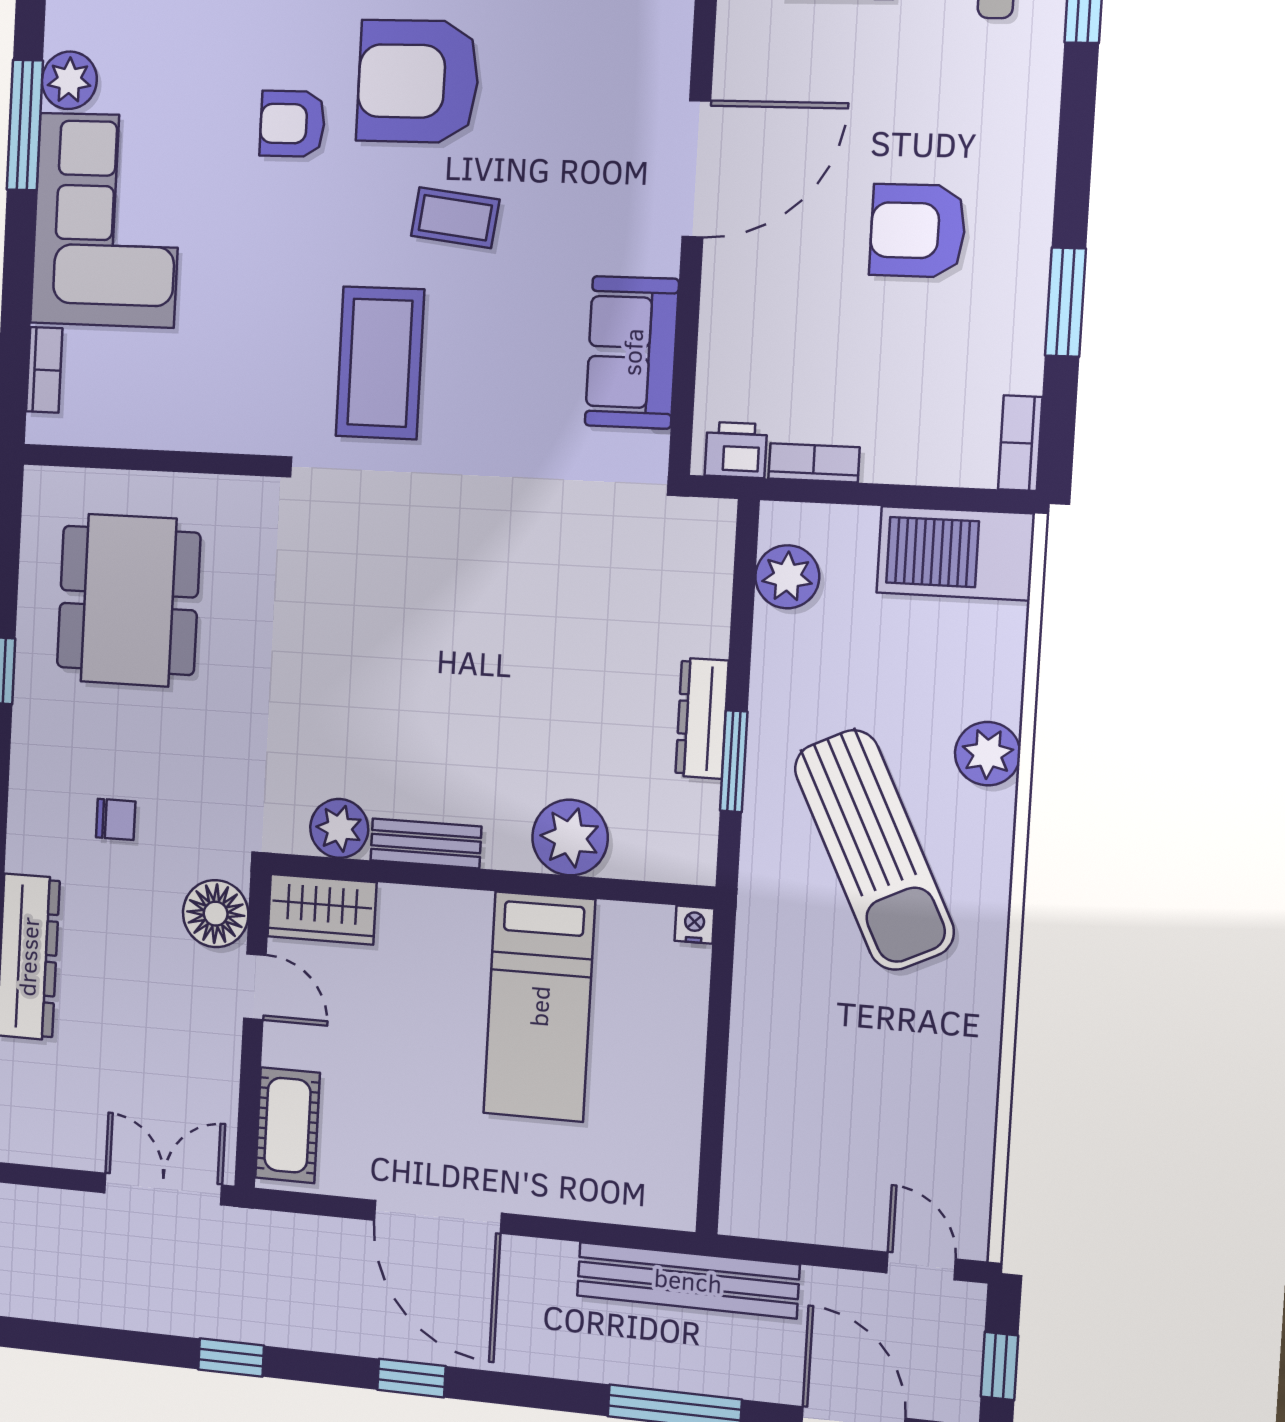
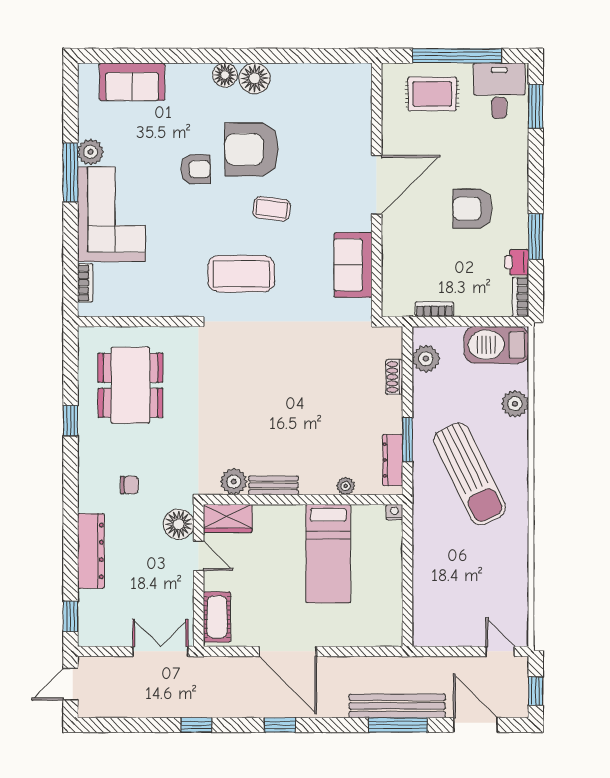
armchair: (292, 124) -> (196, 169), turned 180
coffee table: (380, 363) -> (241, 274), turned 90
printer: (736, 450) -> (517, 262), moved, turned -90
shoe rack: (712, 615) -> (394, 377), added
dresser: (702, 718) -> (393, 460), moved
plant: (988, 754) -> (515, 404), moved
plant: (570, 838) -> (346, 486), width x0.53, depth x0.53
bench: (688, 1280) -> (397, 706), moved

